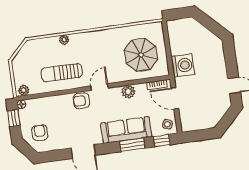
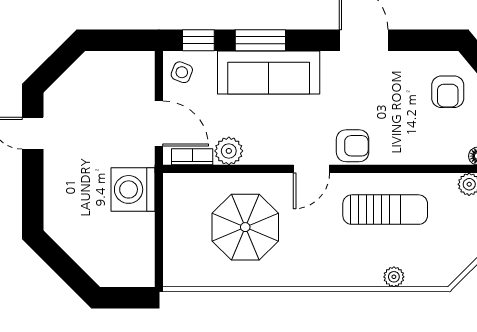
plant: (64, 40) -> (394, 277), moved
parasol: (141, 55) -> (245, 227), moved
plant: (128, 92) -> (229, 151), moved

